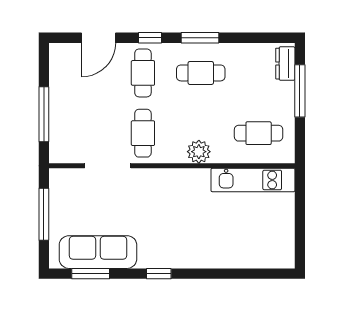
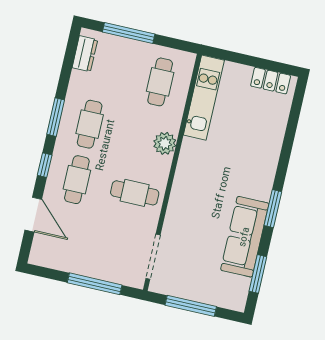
dresser: (285, 64) -> (85, 54), moved, turned -90
cafe table: (143, 73) -> (77, 180), turned 90
doorway: (108, 166) -> (153, 257), moved
locker: (285, 242) -> (271, 81), added
sofa: (98, 252) -> (245, 237), moved
window: (159, 274) -> (273, 209), width x1.50

